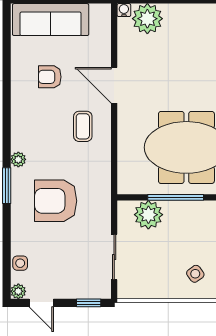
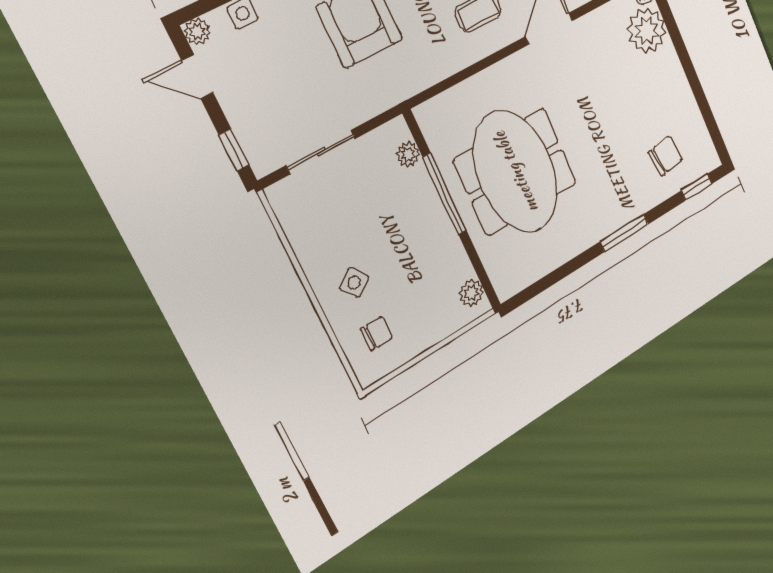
plant: (148, 215) -> (408, 154), width x0.53, depth x0.53
door: (41, 303) -> (197, 77), hinge flipped

